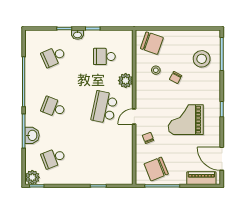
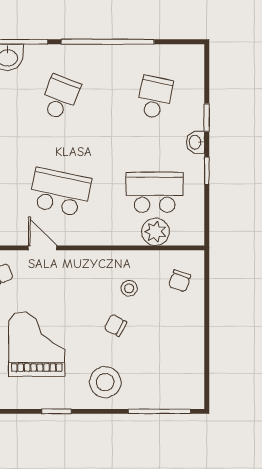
chair: (152, 43) -> (180, 281), width x0.54, depth x0.54
school desk: (53, 56) -> (155, 97), turned 36
school desk: (104, 56) -> (155, 192), width x1.85
stool: (202, 59) -> (105, 382), moved
plant: (126, 81) -> (155, 232), moved

